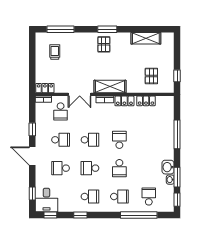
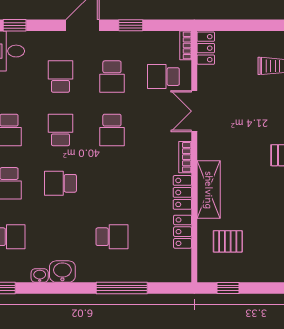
shelving: (110, 87) -> (209, 190), moved
school desk: (119, 140) -> (112, 237), moved
window: (177, 177) -> (44, 288), removed

